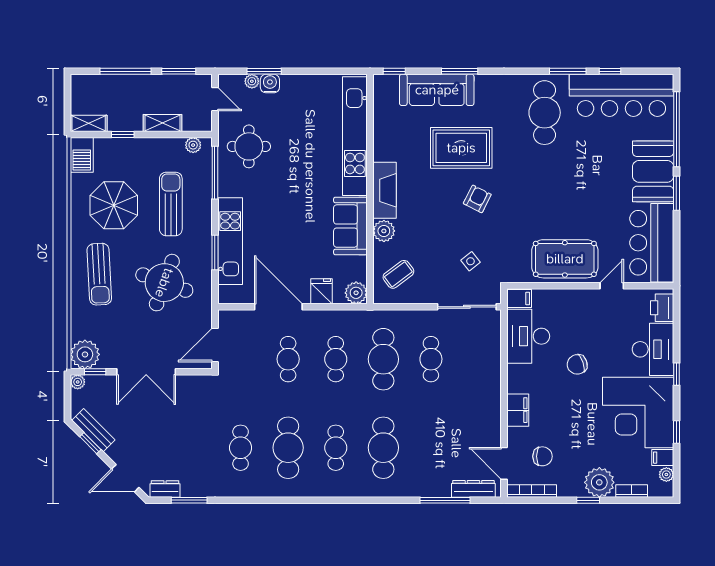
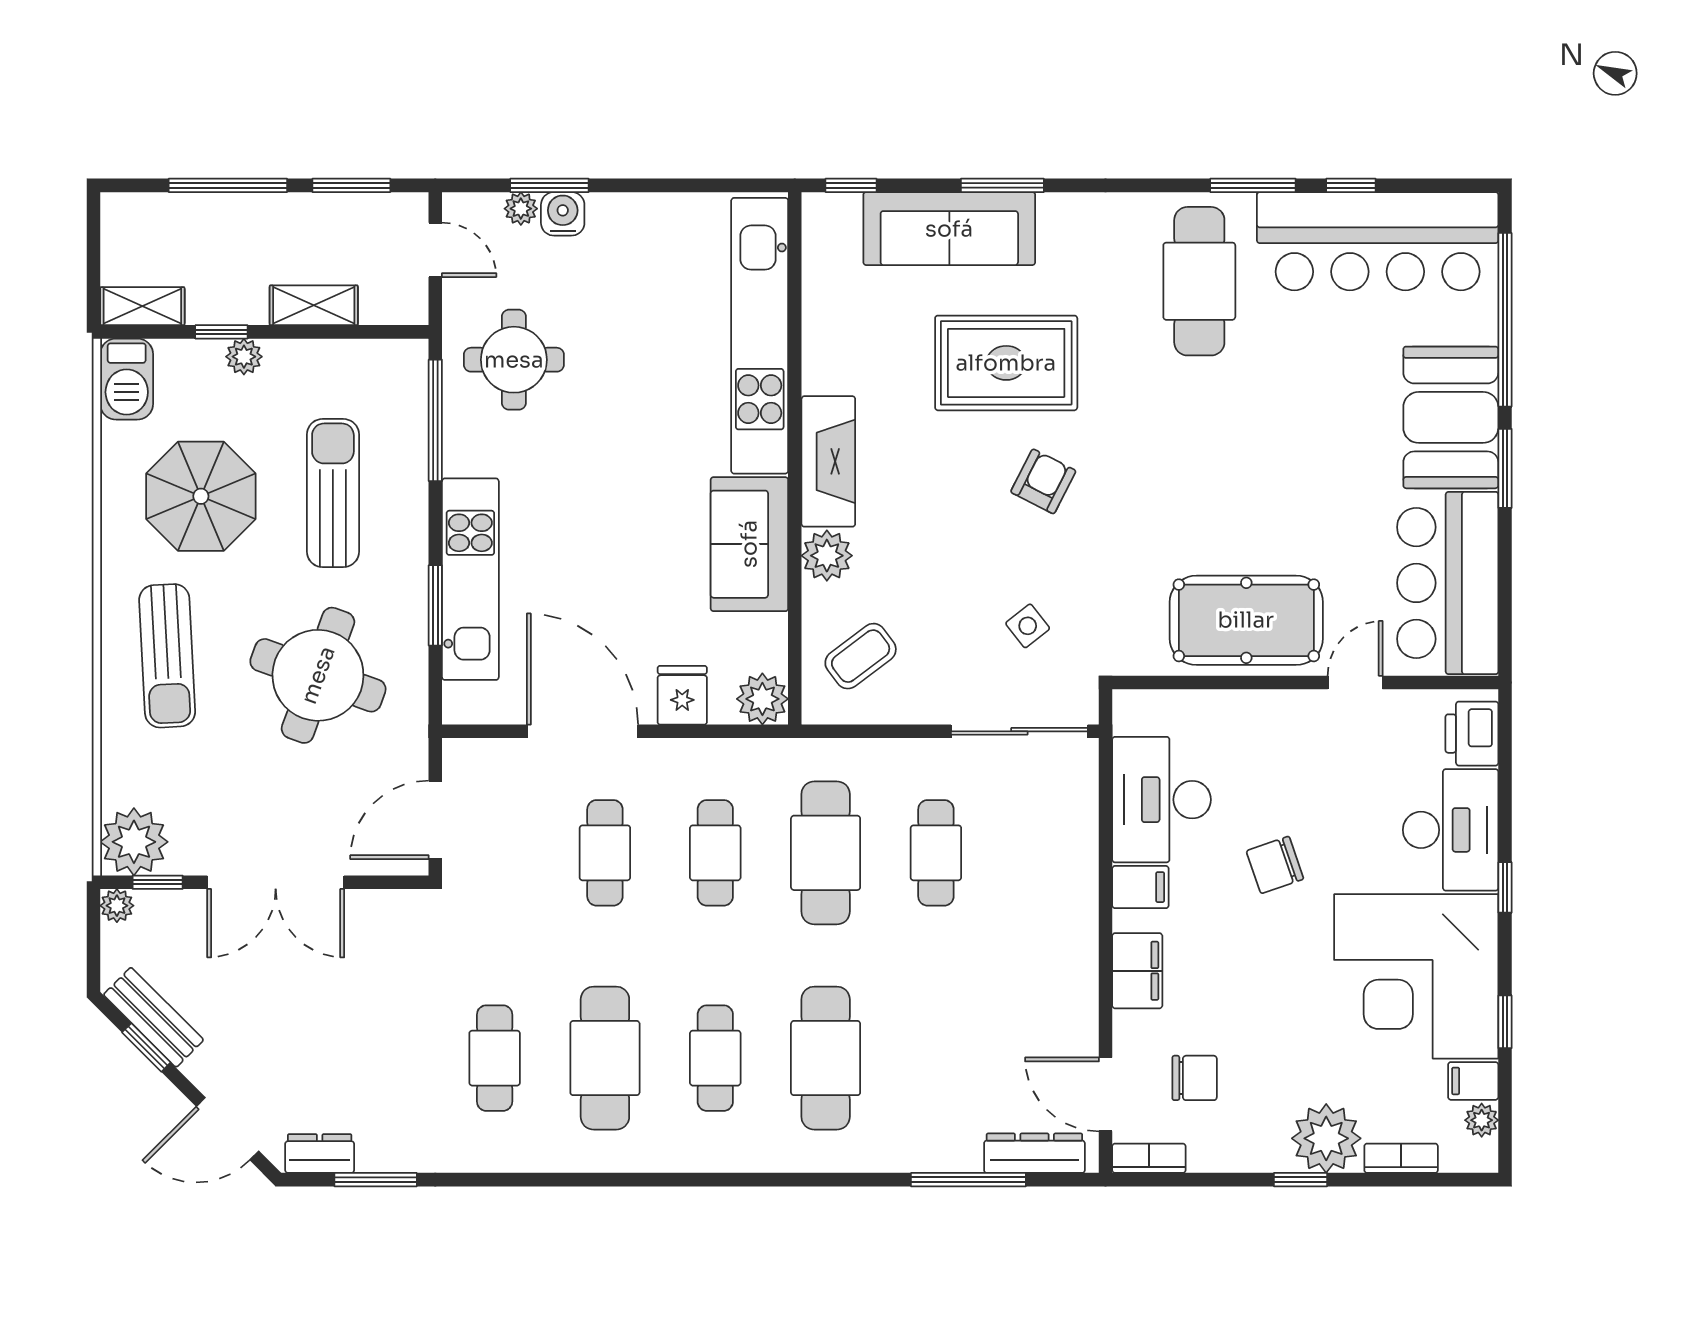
plant: (193, 145) -> (244, 357), moved
filing cabinet: (519, 298) -> (1140, 887), moved
bookcase: (532, 491) -> (1149, 1158), width x0.64

